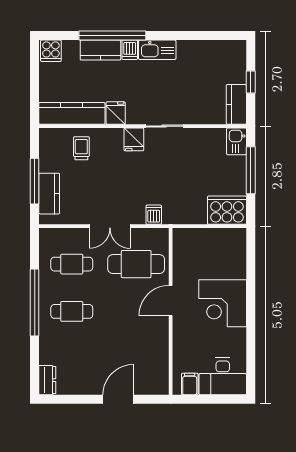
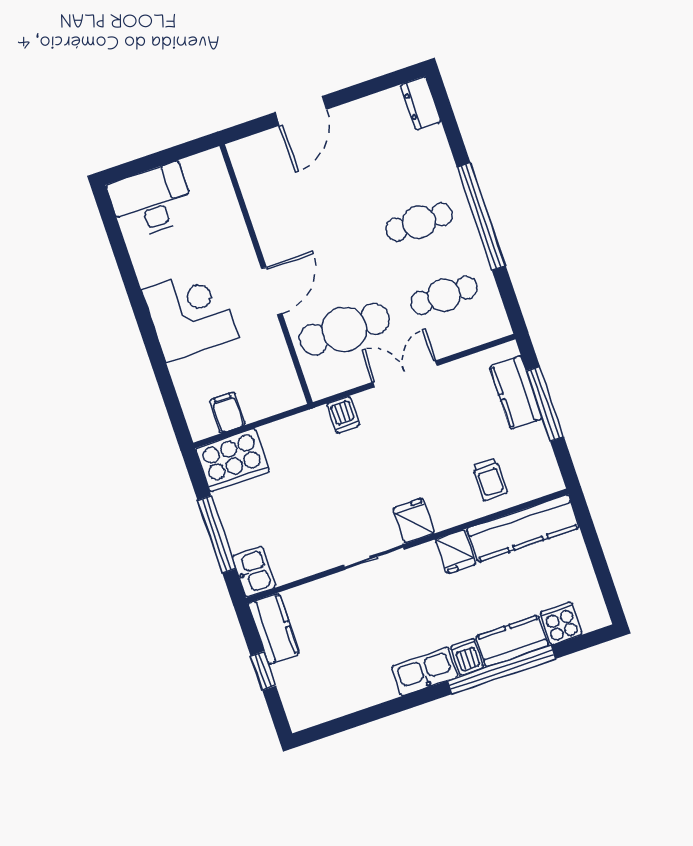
cooker: (51, 51) -> (561, 623), moved
filing cabinet: (190, 384) -> (227, 413), moved, turned 180

